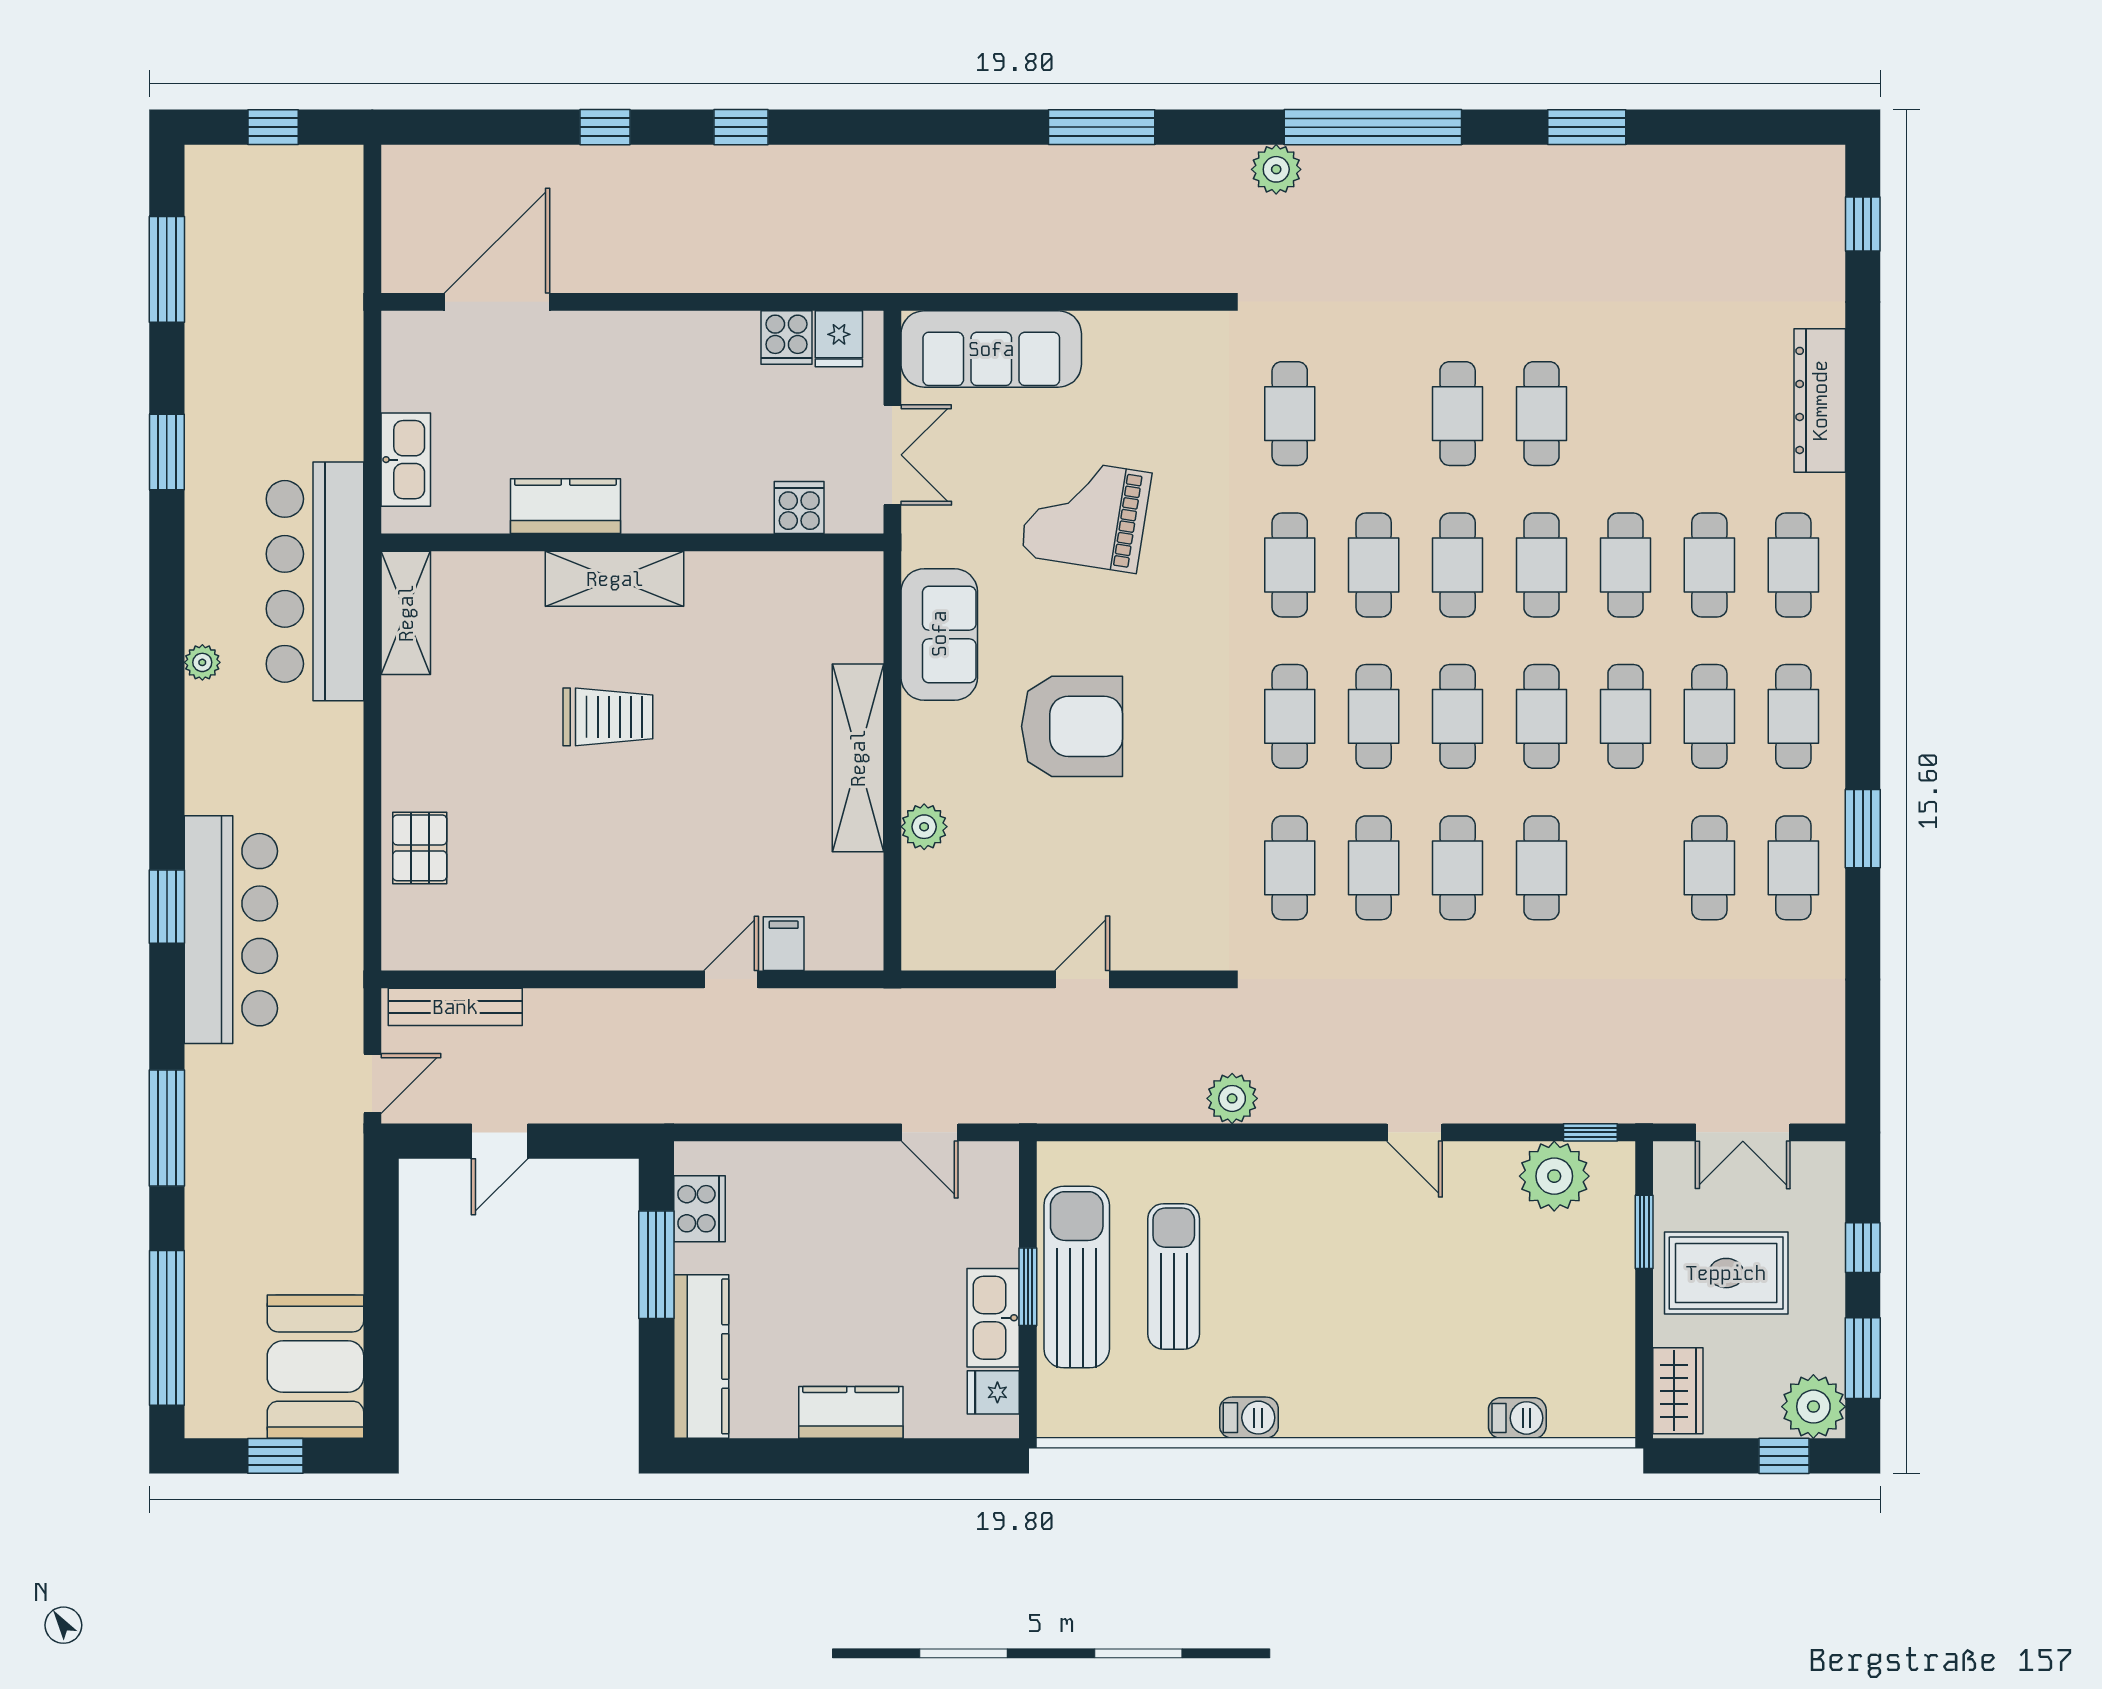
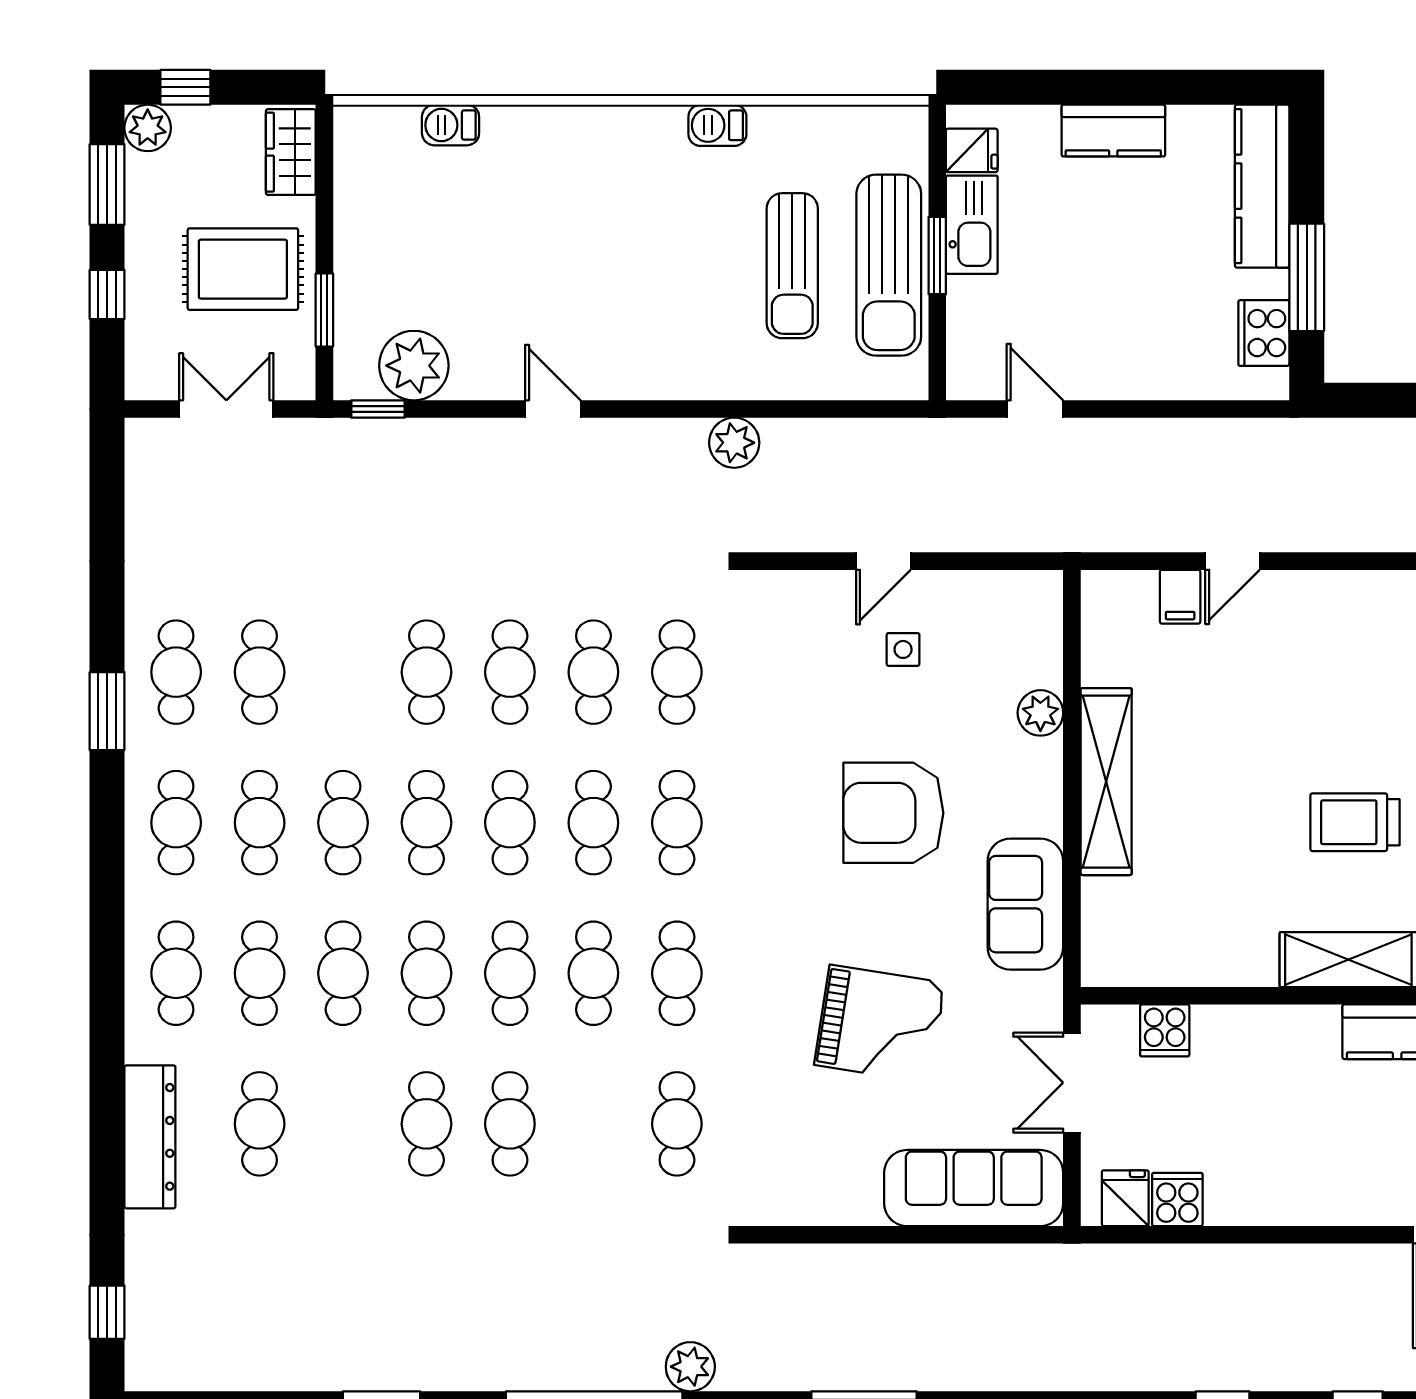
cafe table: (1709, 414) -> (260, 1124), added
side table: (1062, 891) -> (903, 649), added
plant: (1813, 1407) -> (148, 128), width x0.73, depth x0.73

